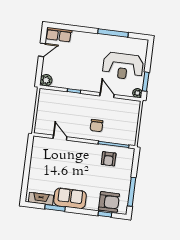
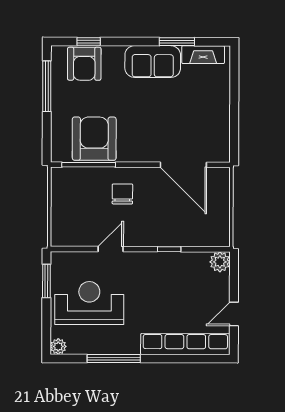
row of seats: (59, 35) -> (185, 344), width x2.02
plant: (137, 93) -> (58, 346), moved
door: (107, 95) -> (111, 249), swing flipped
door: (60, 138) -> (183, 165), width x1.87
armchair: (109, 159) -> (94, 139), width x1.88, depth x1.88
armchair: (109, 202) -> (84, 64), turned -90

